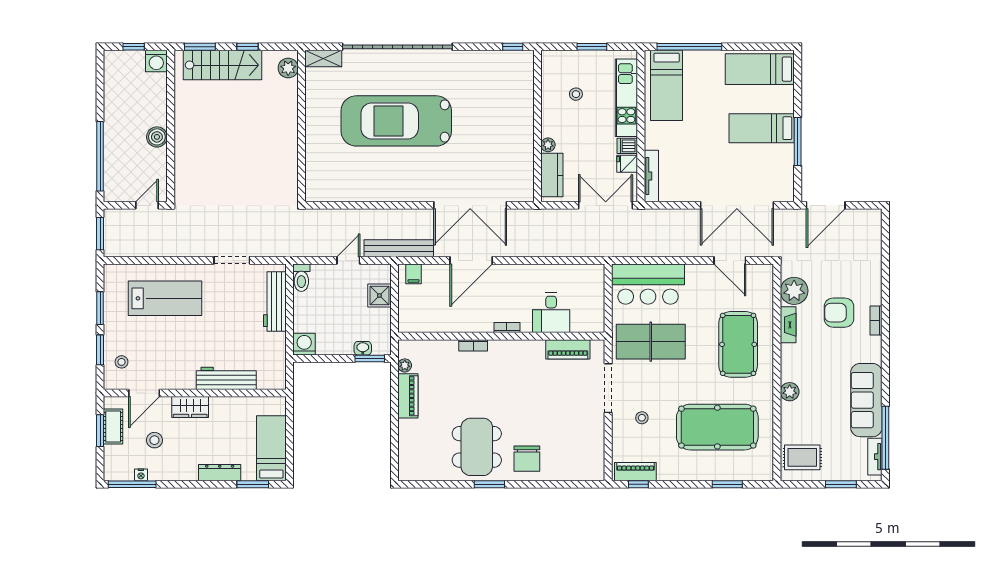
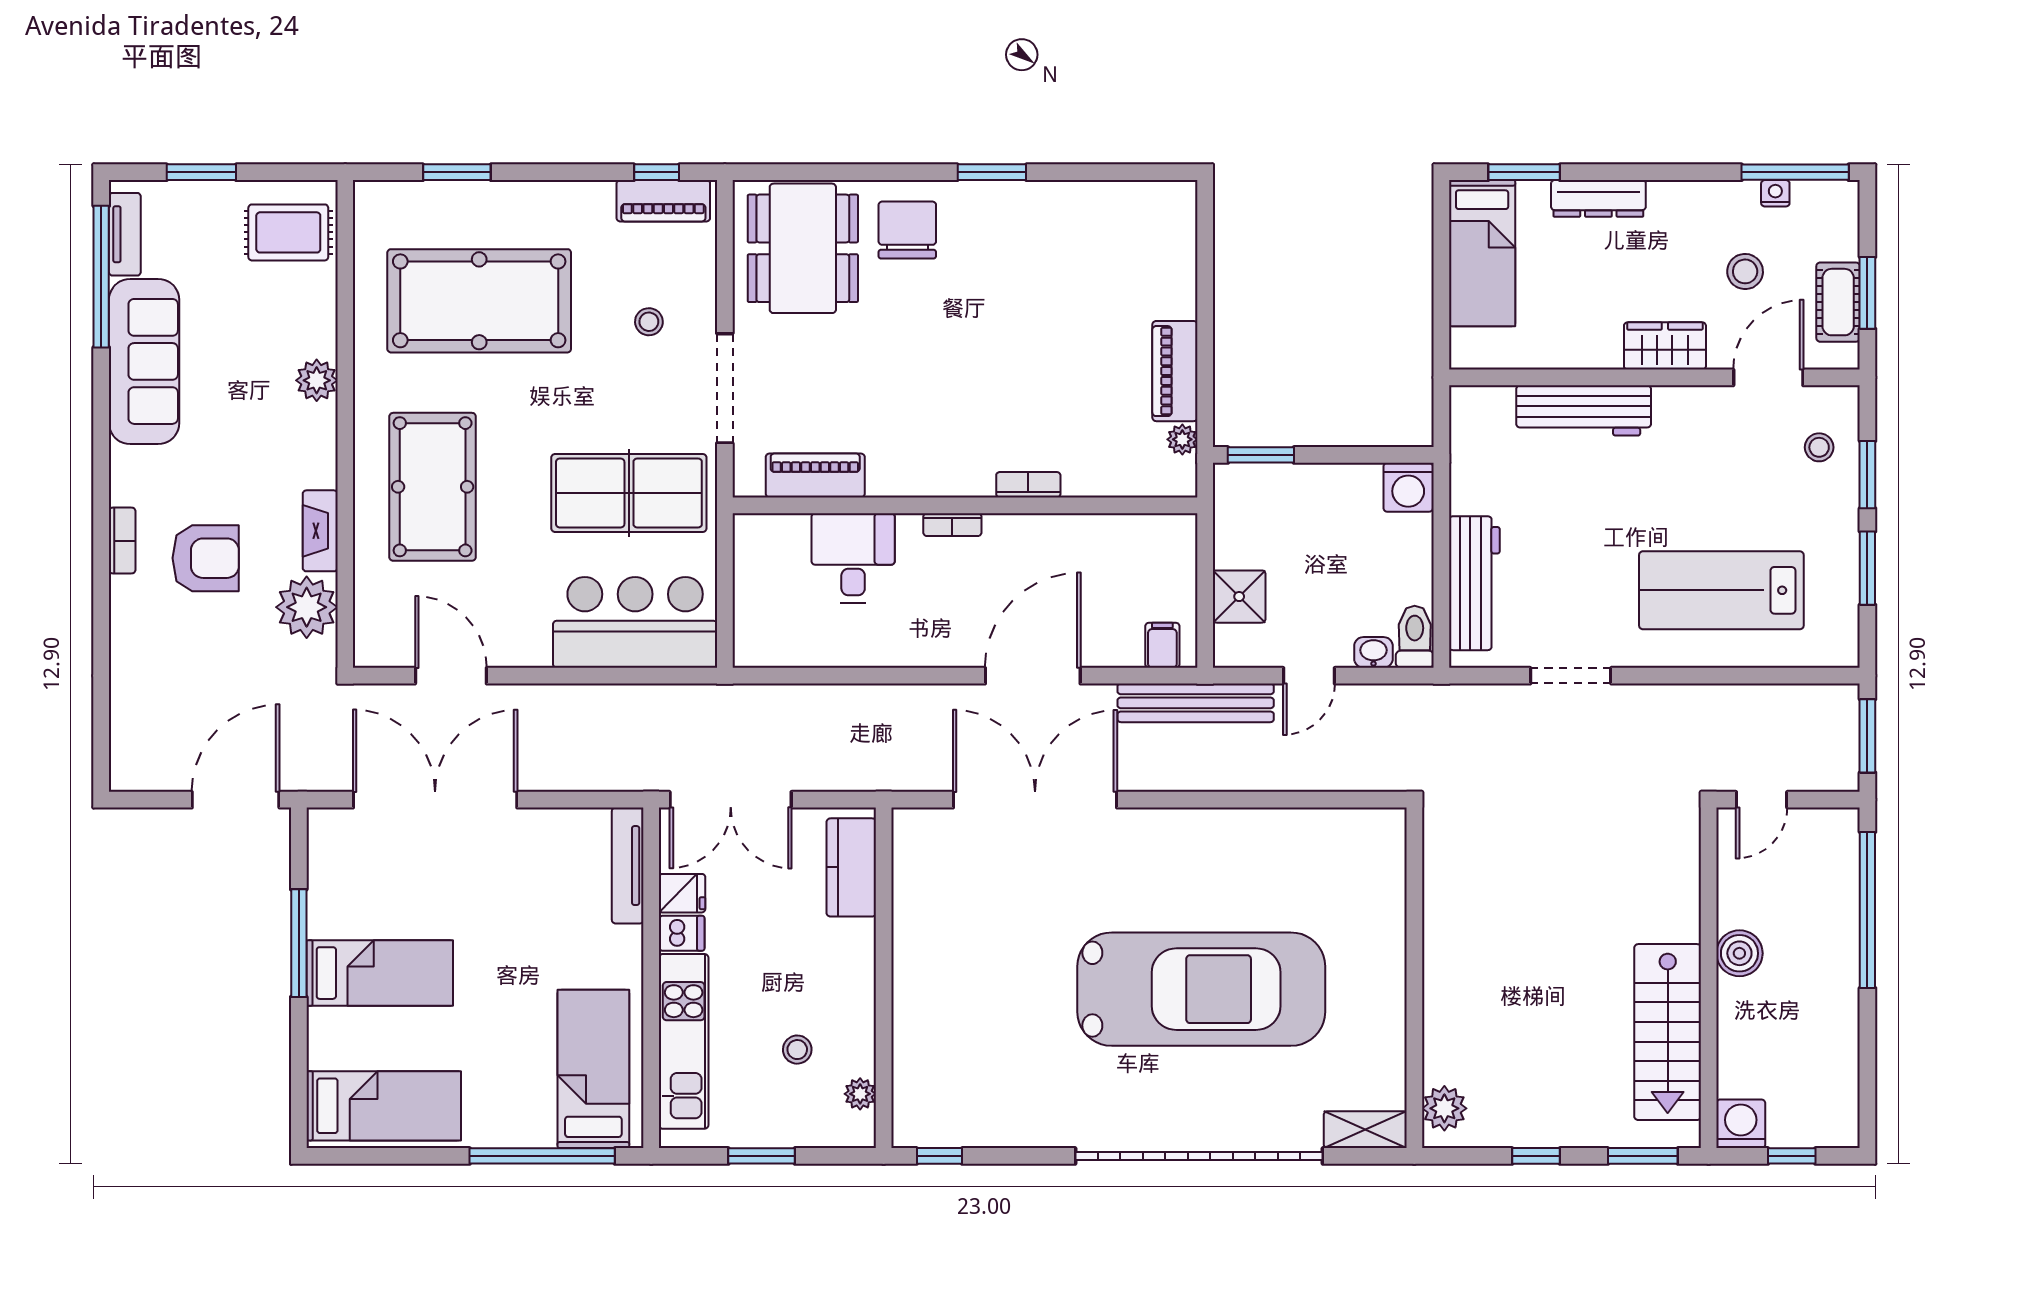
stairs: (222, 65) -> (1668, 1032), moved, turned -90
plant: (548, 145) -> (860, 1094), moved
washbasin: (363, 348) -> (1373, 652), moved, turned 180
dining table: (477, 447) -> (803, 248), moved

